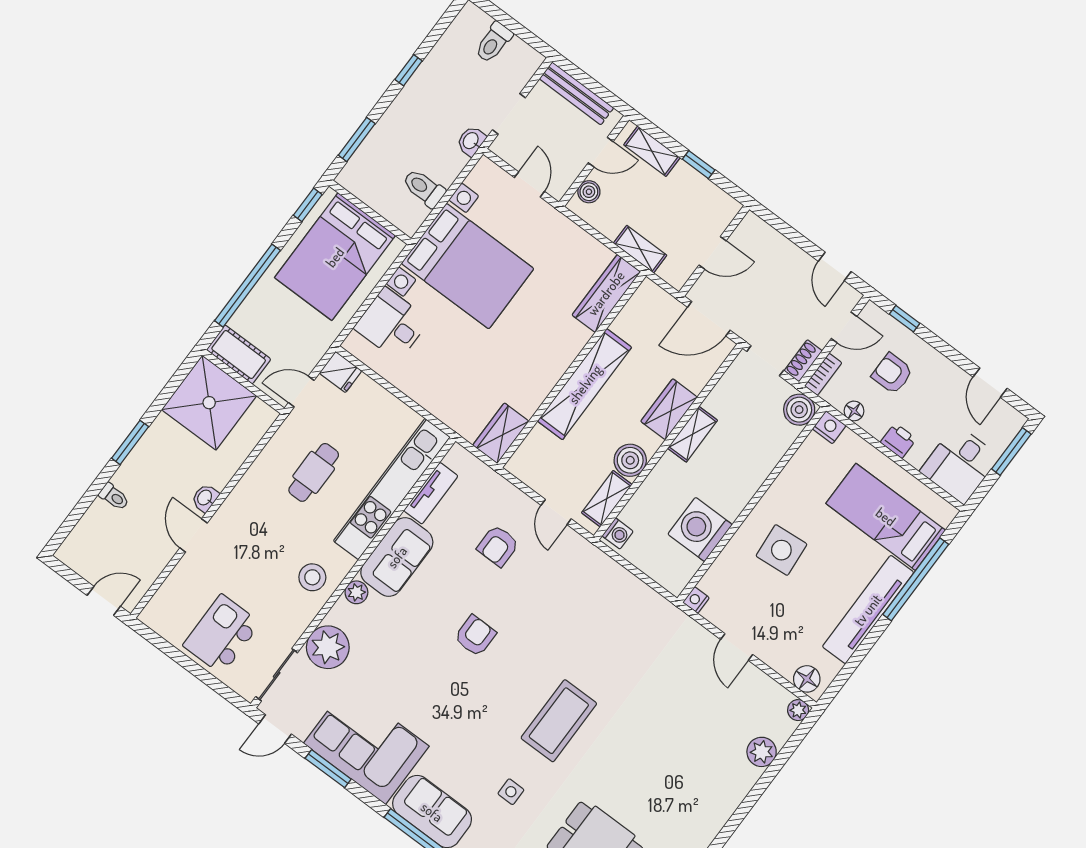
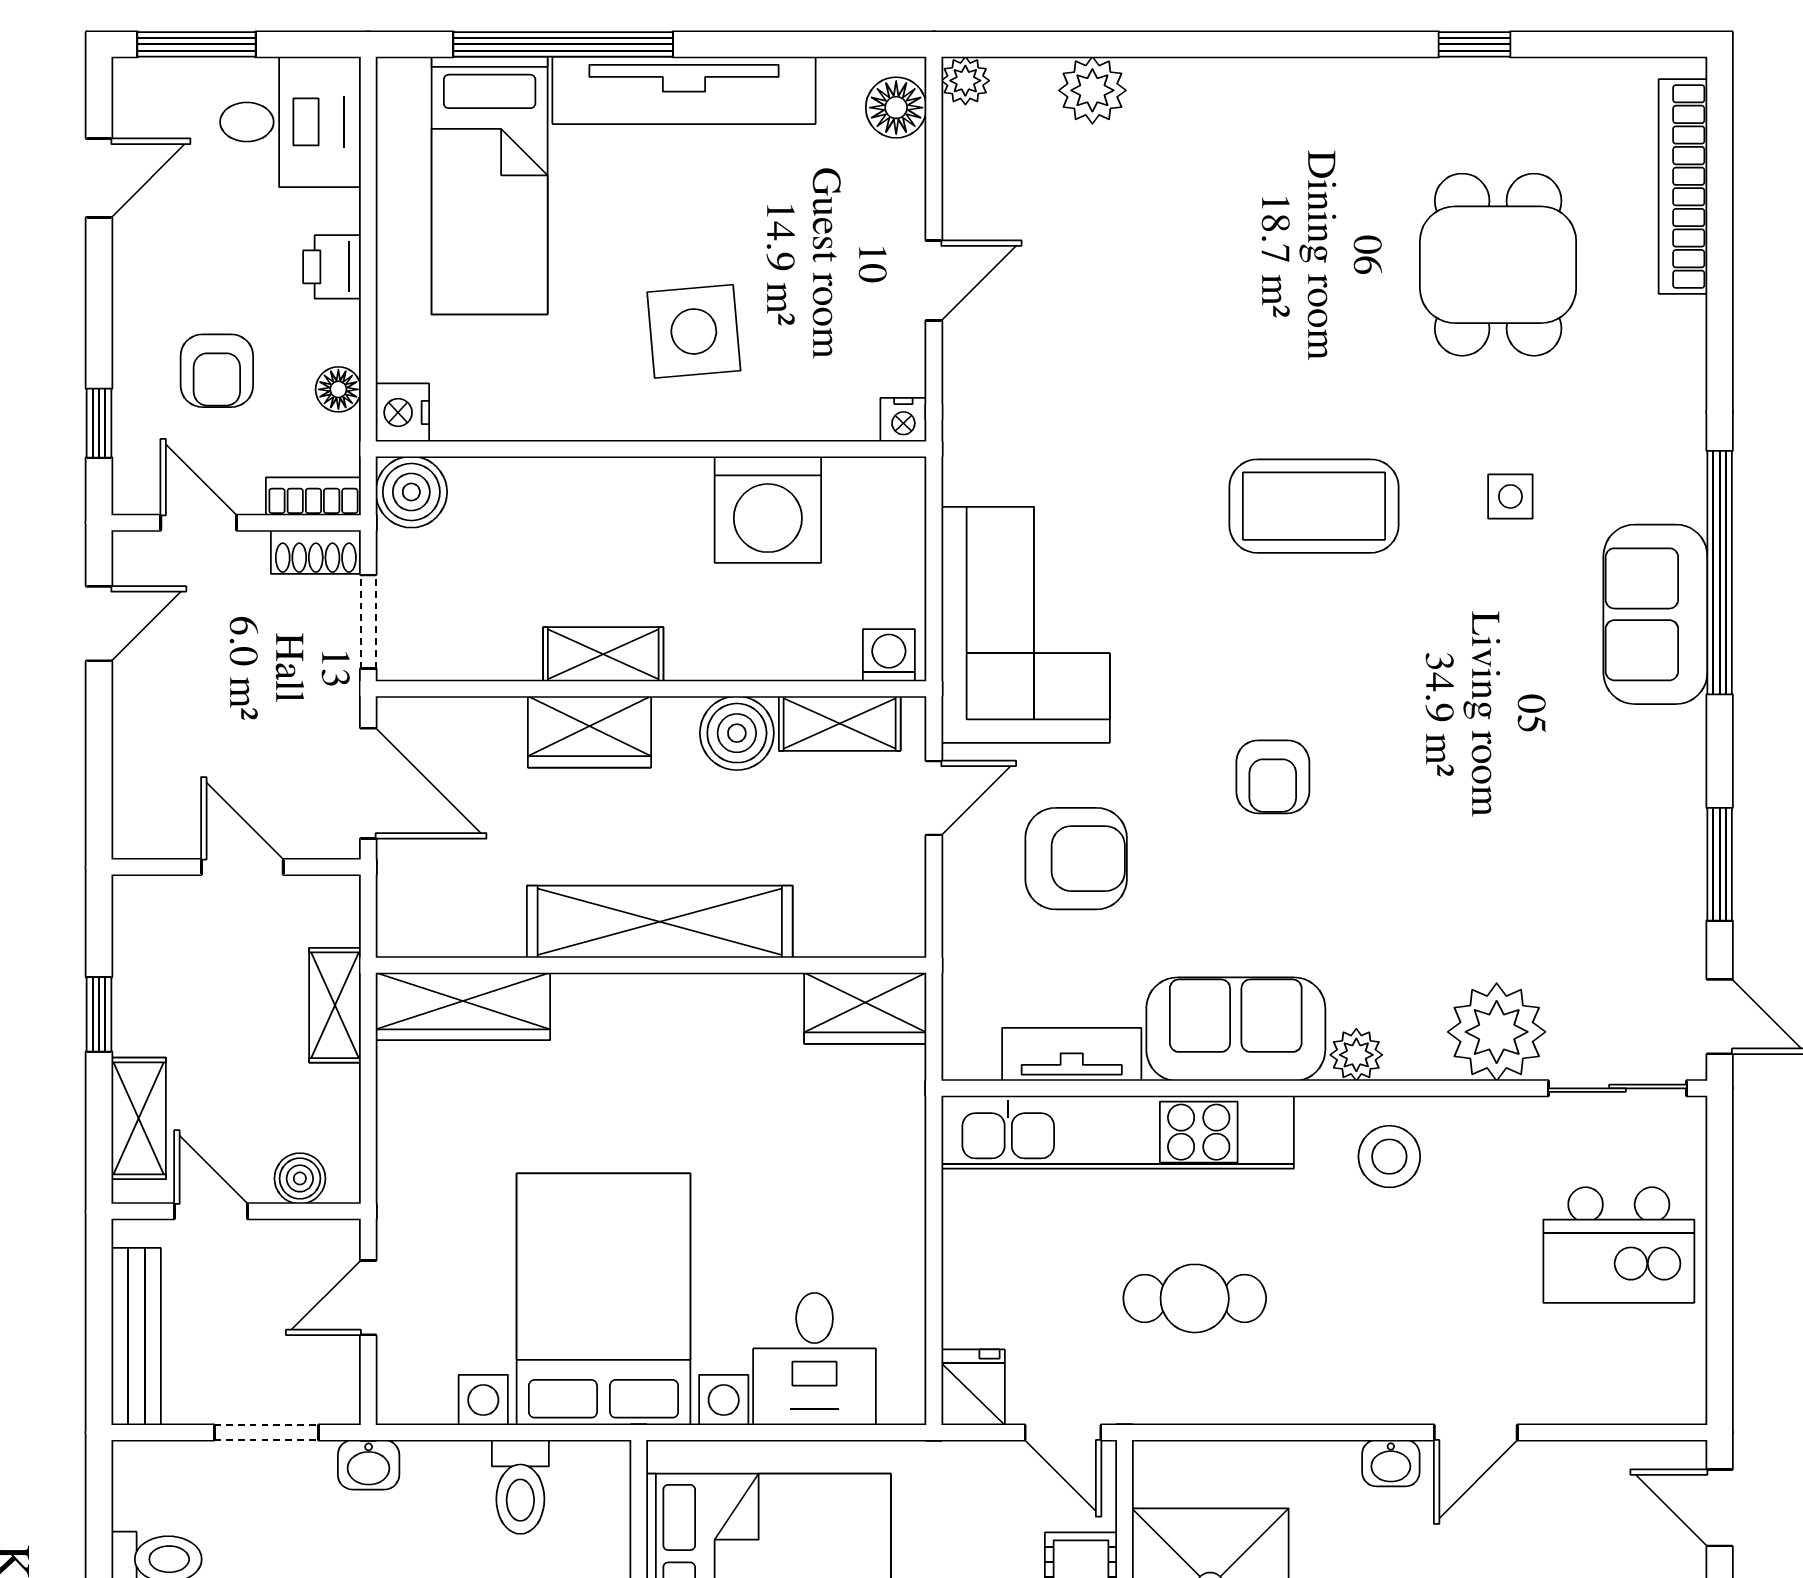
armchair: (498, 546) -> (1076, 859), width x1.38, depth x1.38
armchair: (475, 636) -> (1273, 777), turned -90
corner sofa: (366, 745) -> (1026, 625), moved, turned 180

